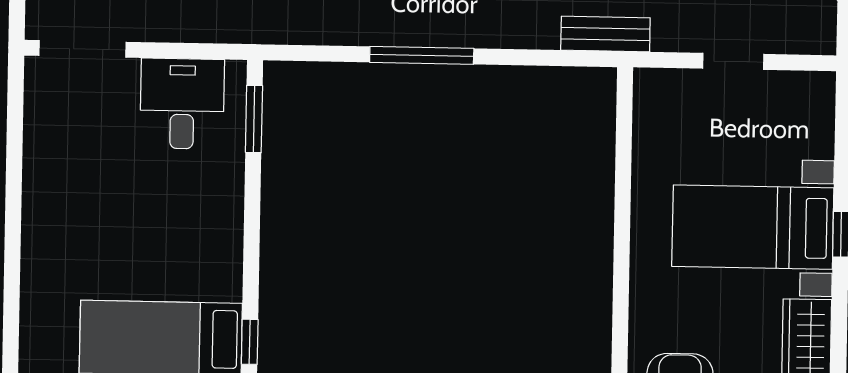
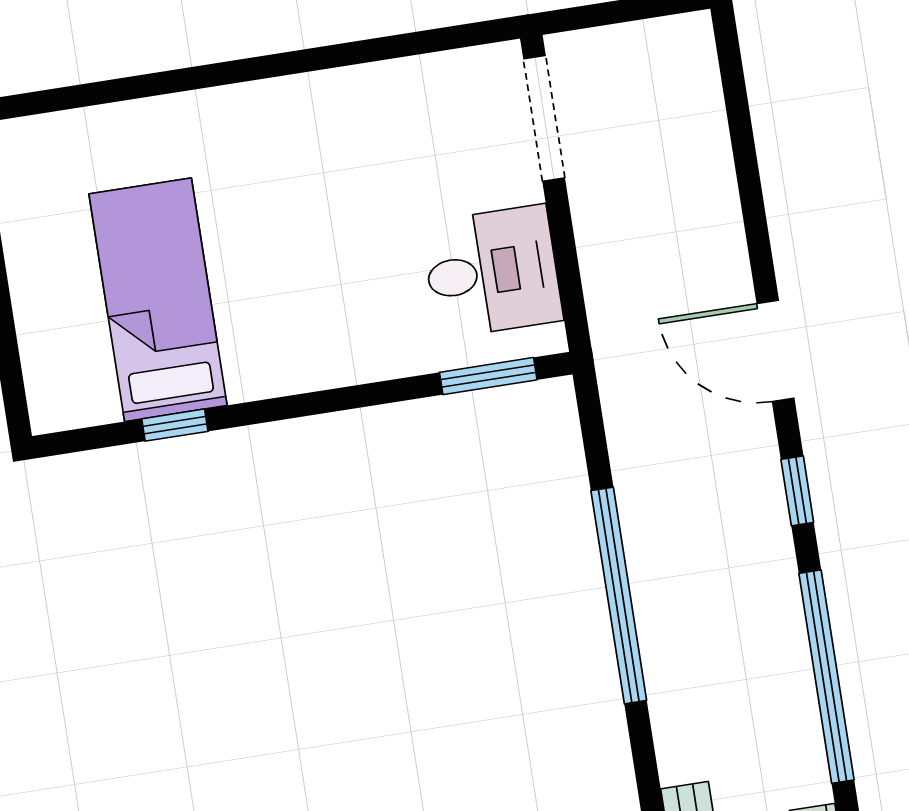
window: (422, 55) -> (619, 595), width x1.46

